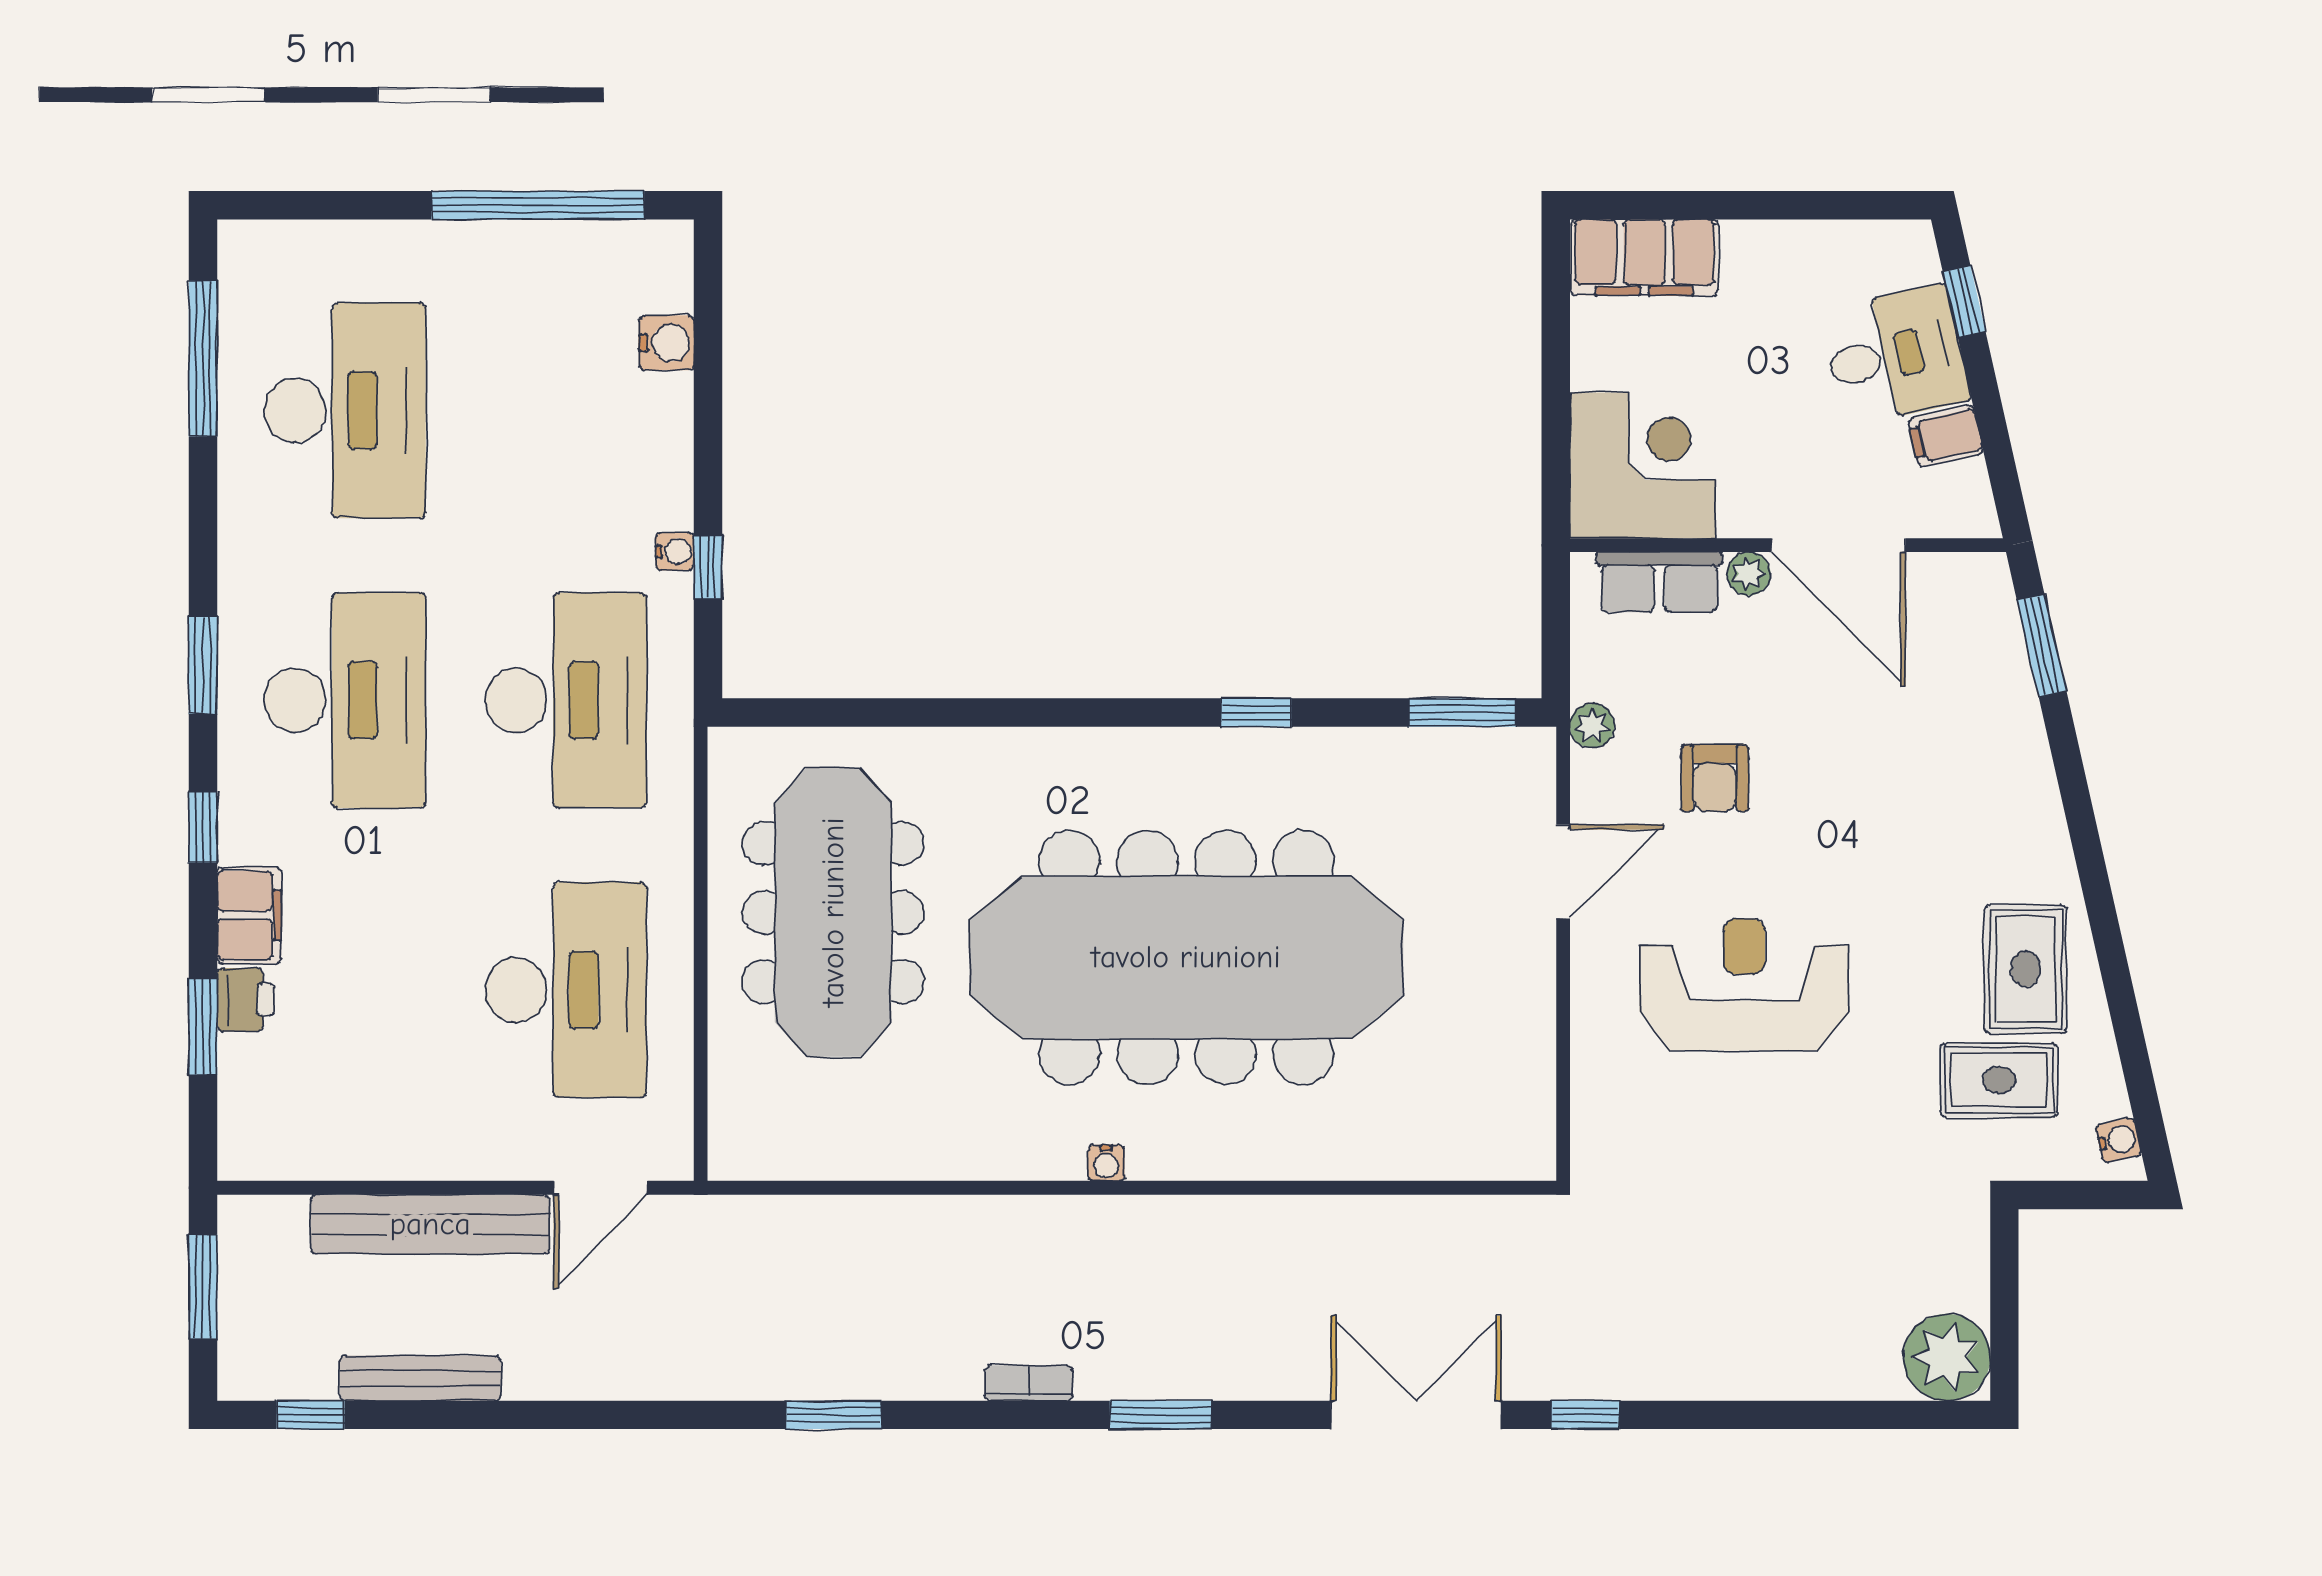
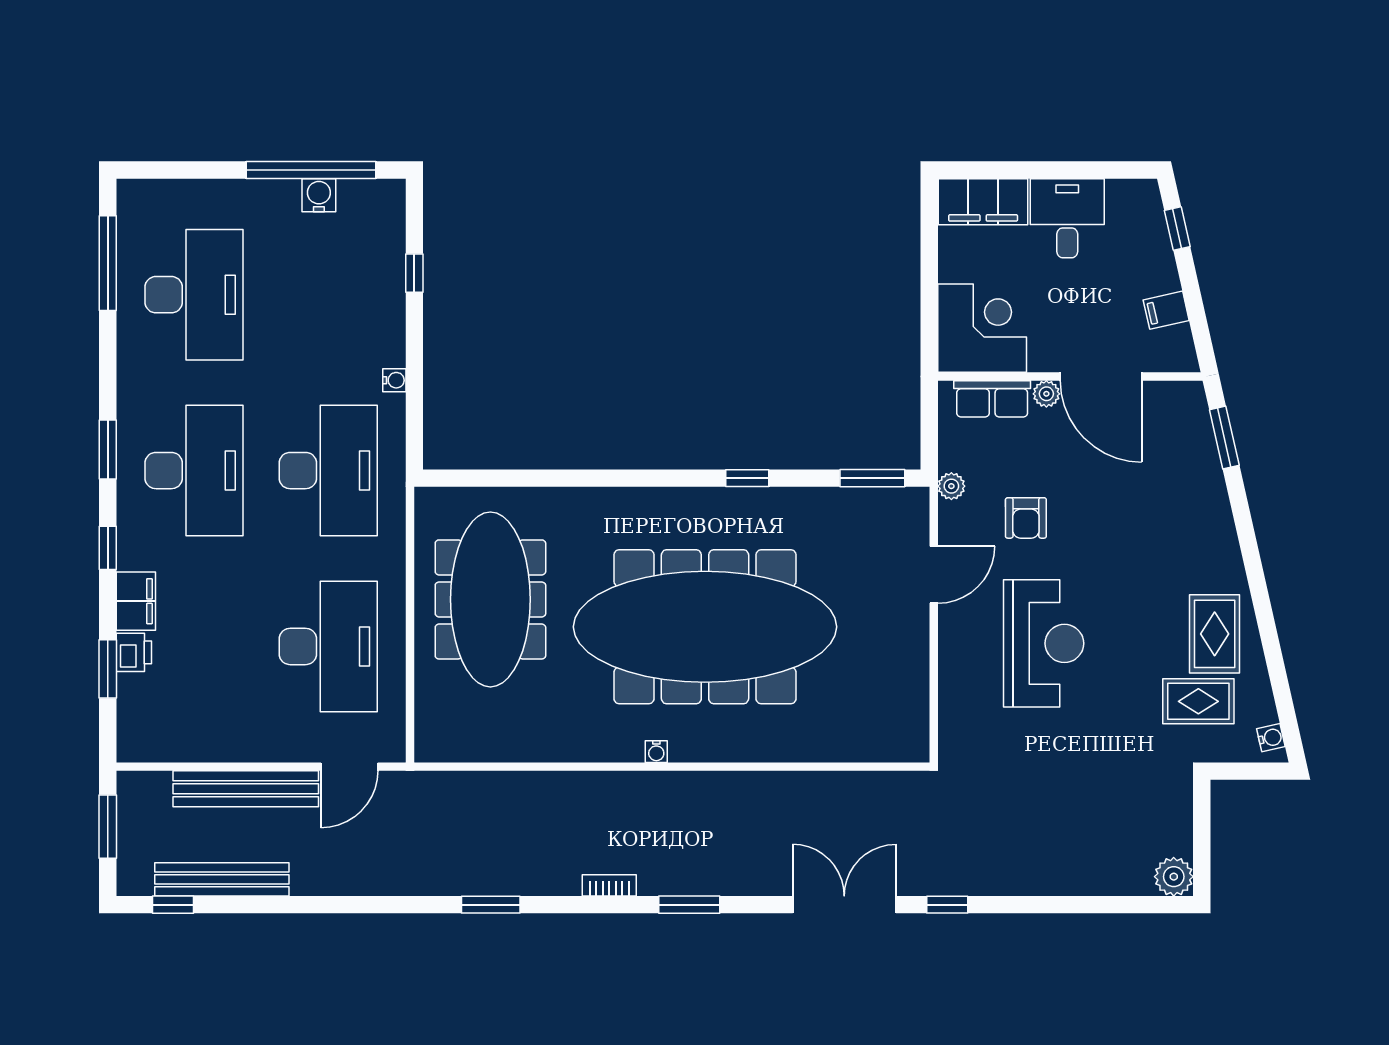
water cooler: (666, 343) -> (319, 195), moved, turned -90
desk: (1895, 355) -> (1067, 218), moved, turned -77
window: (708, 567) -> (414, 273), moved
reception desk: (1744, 985) -> (1044, 643), turned 90
plant: (1947, 1357) -> (1174, 877), width x0.73, depth x0.73
bench: (420, 1378) -> (222, 879), width x1.37, depth x1.21

